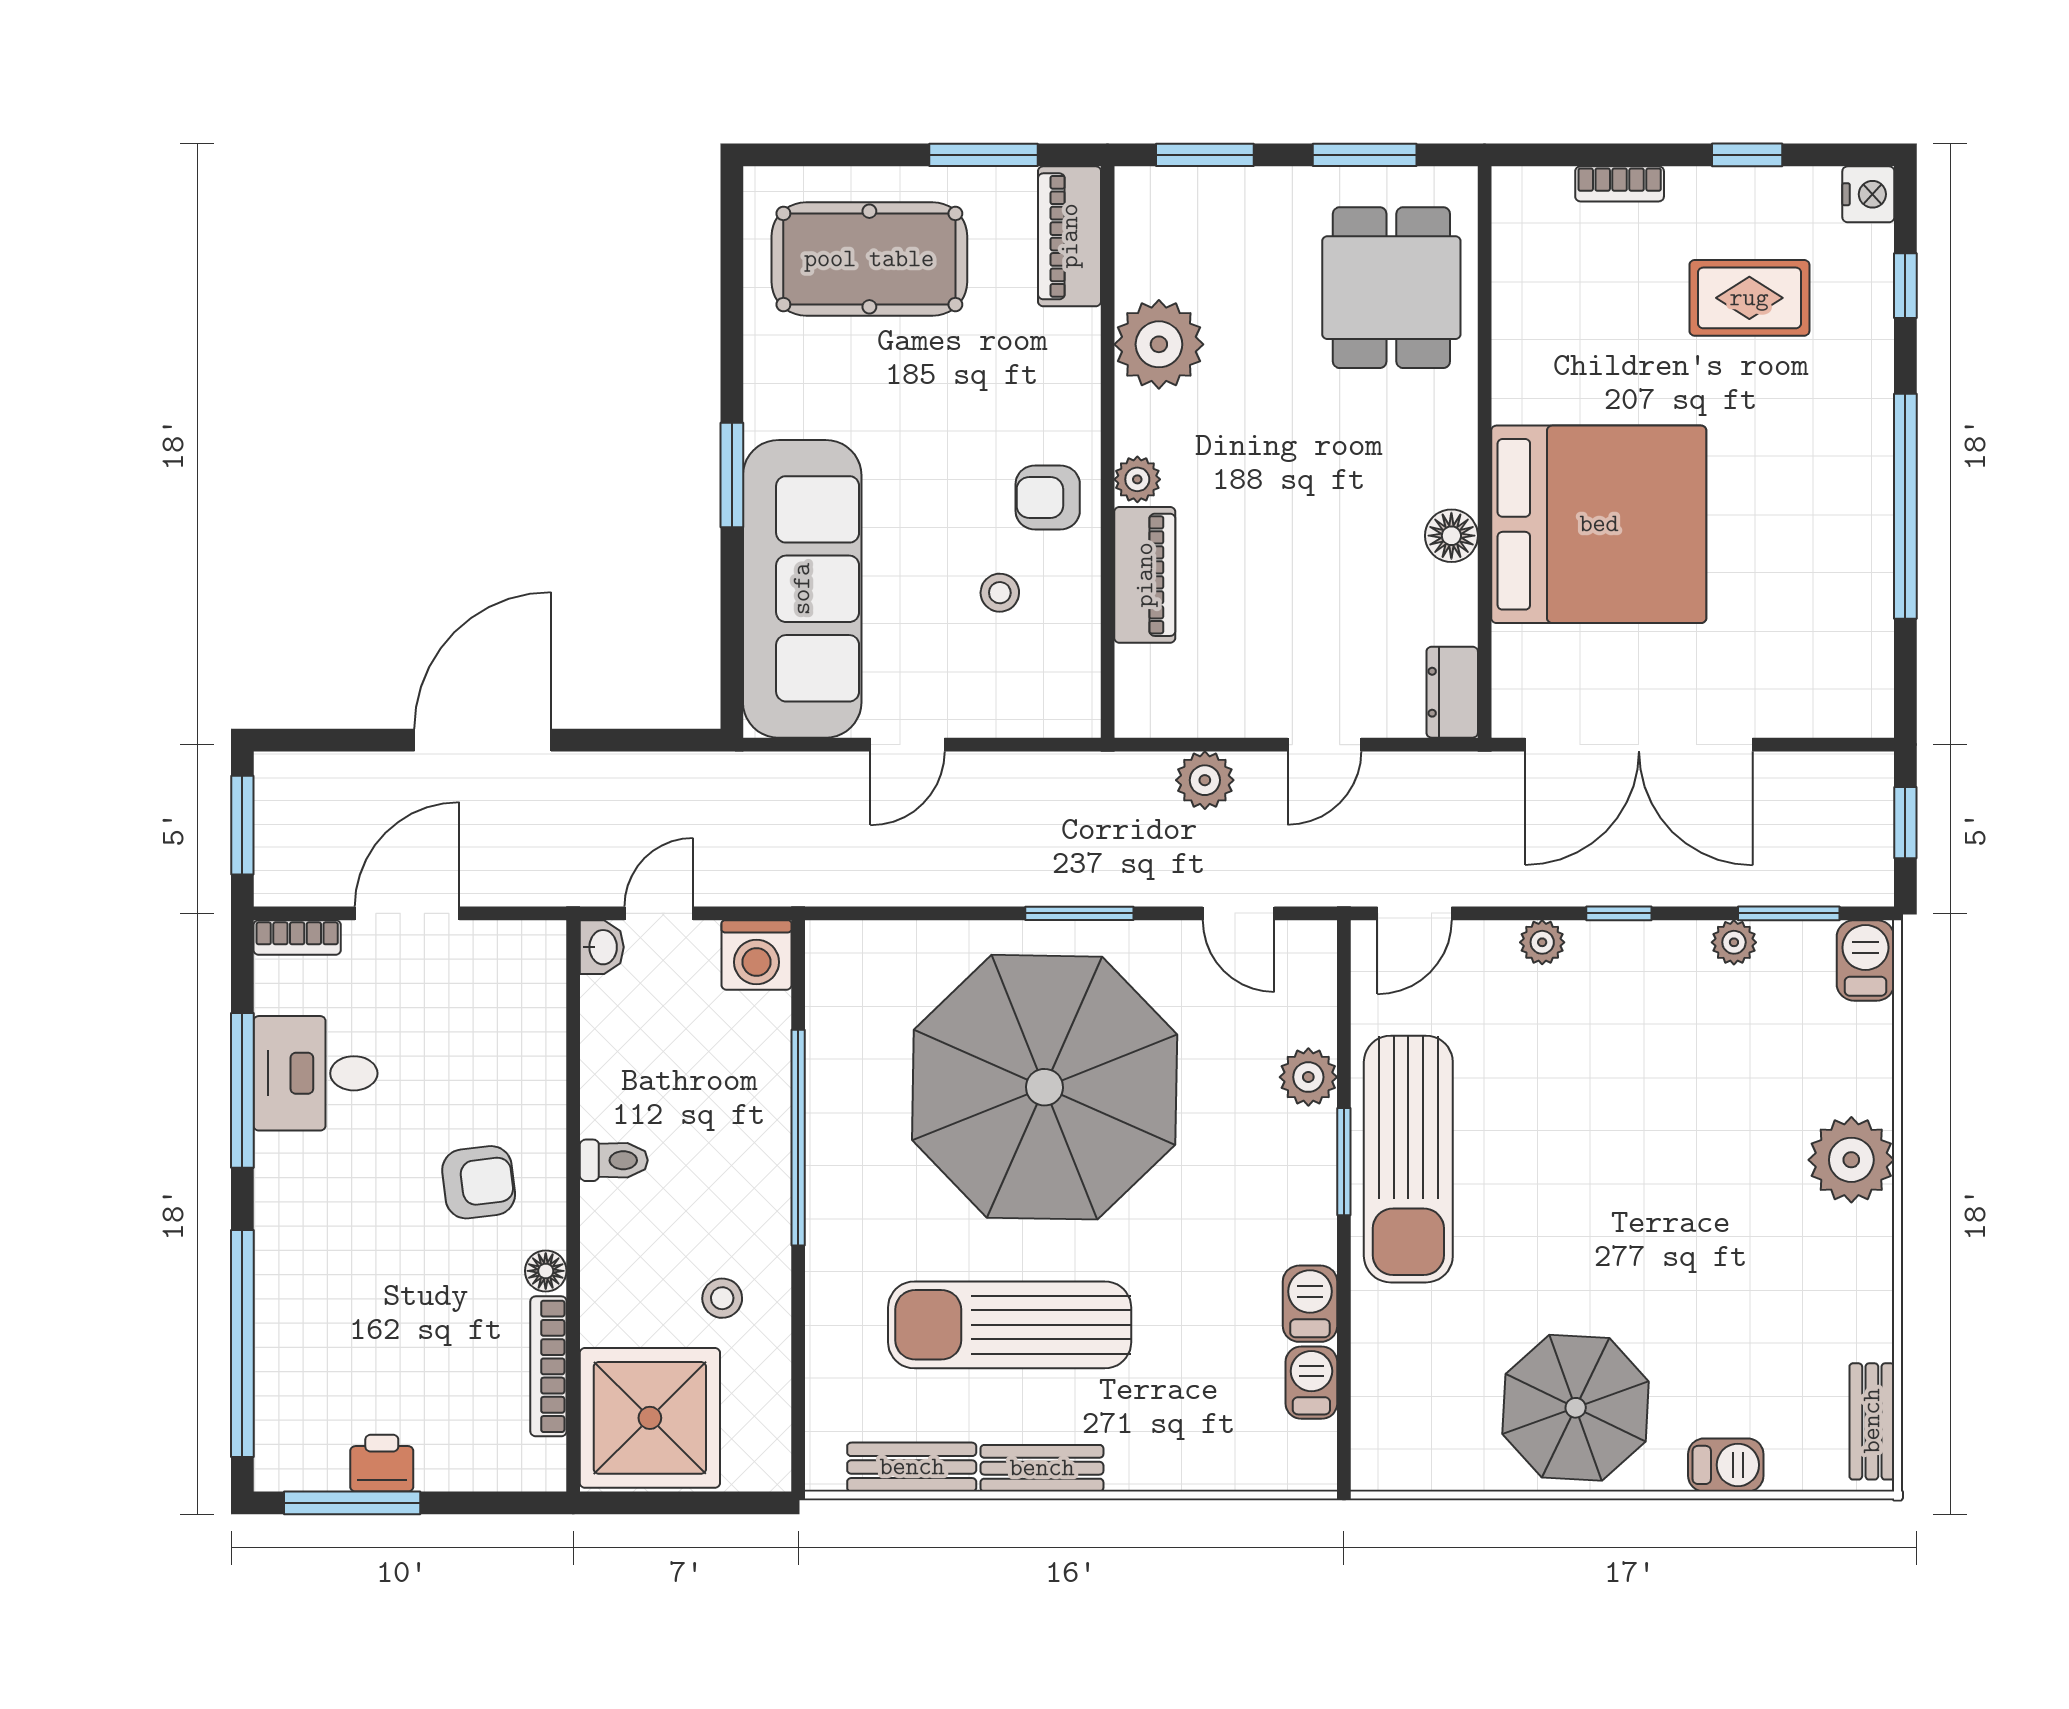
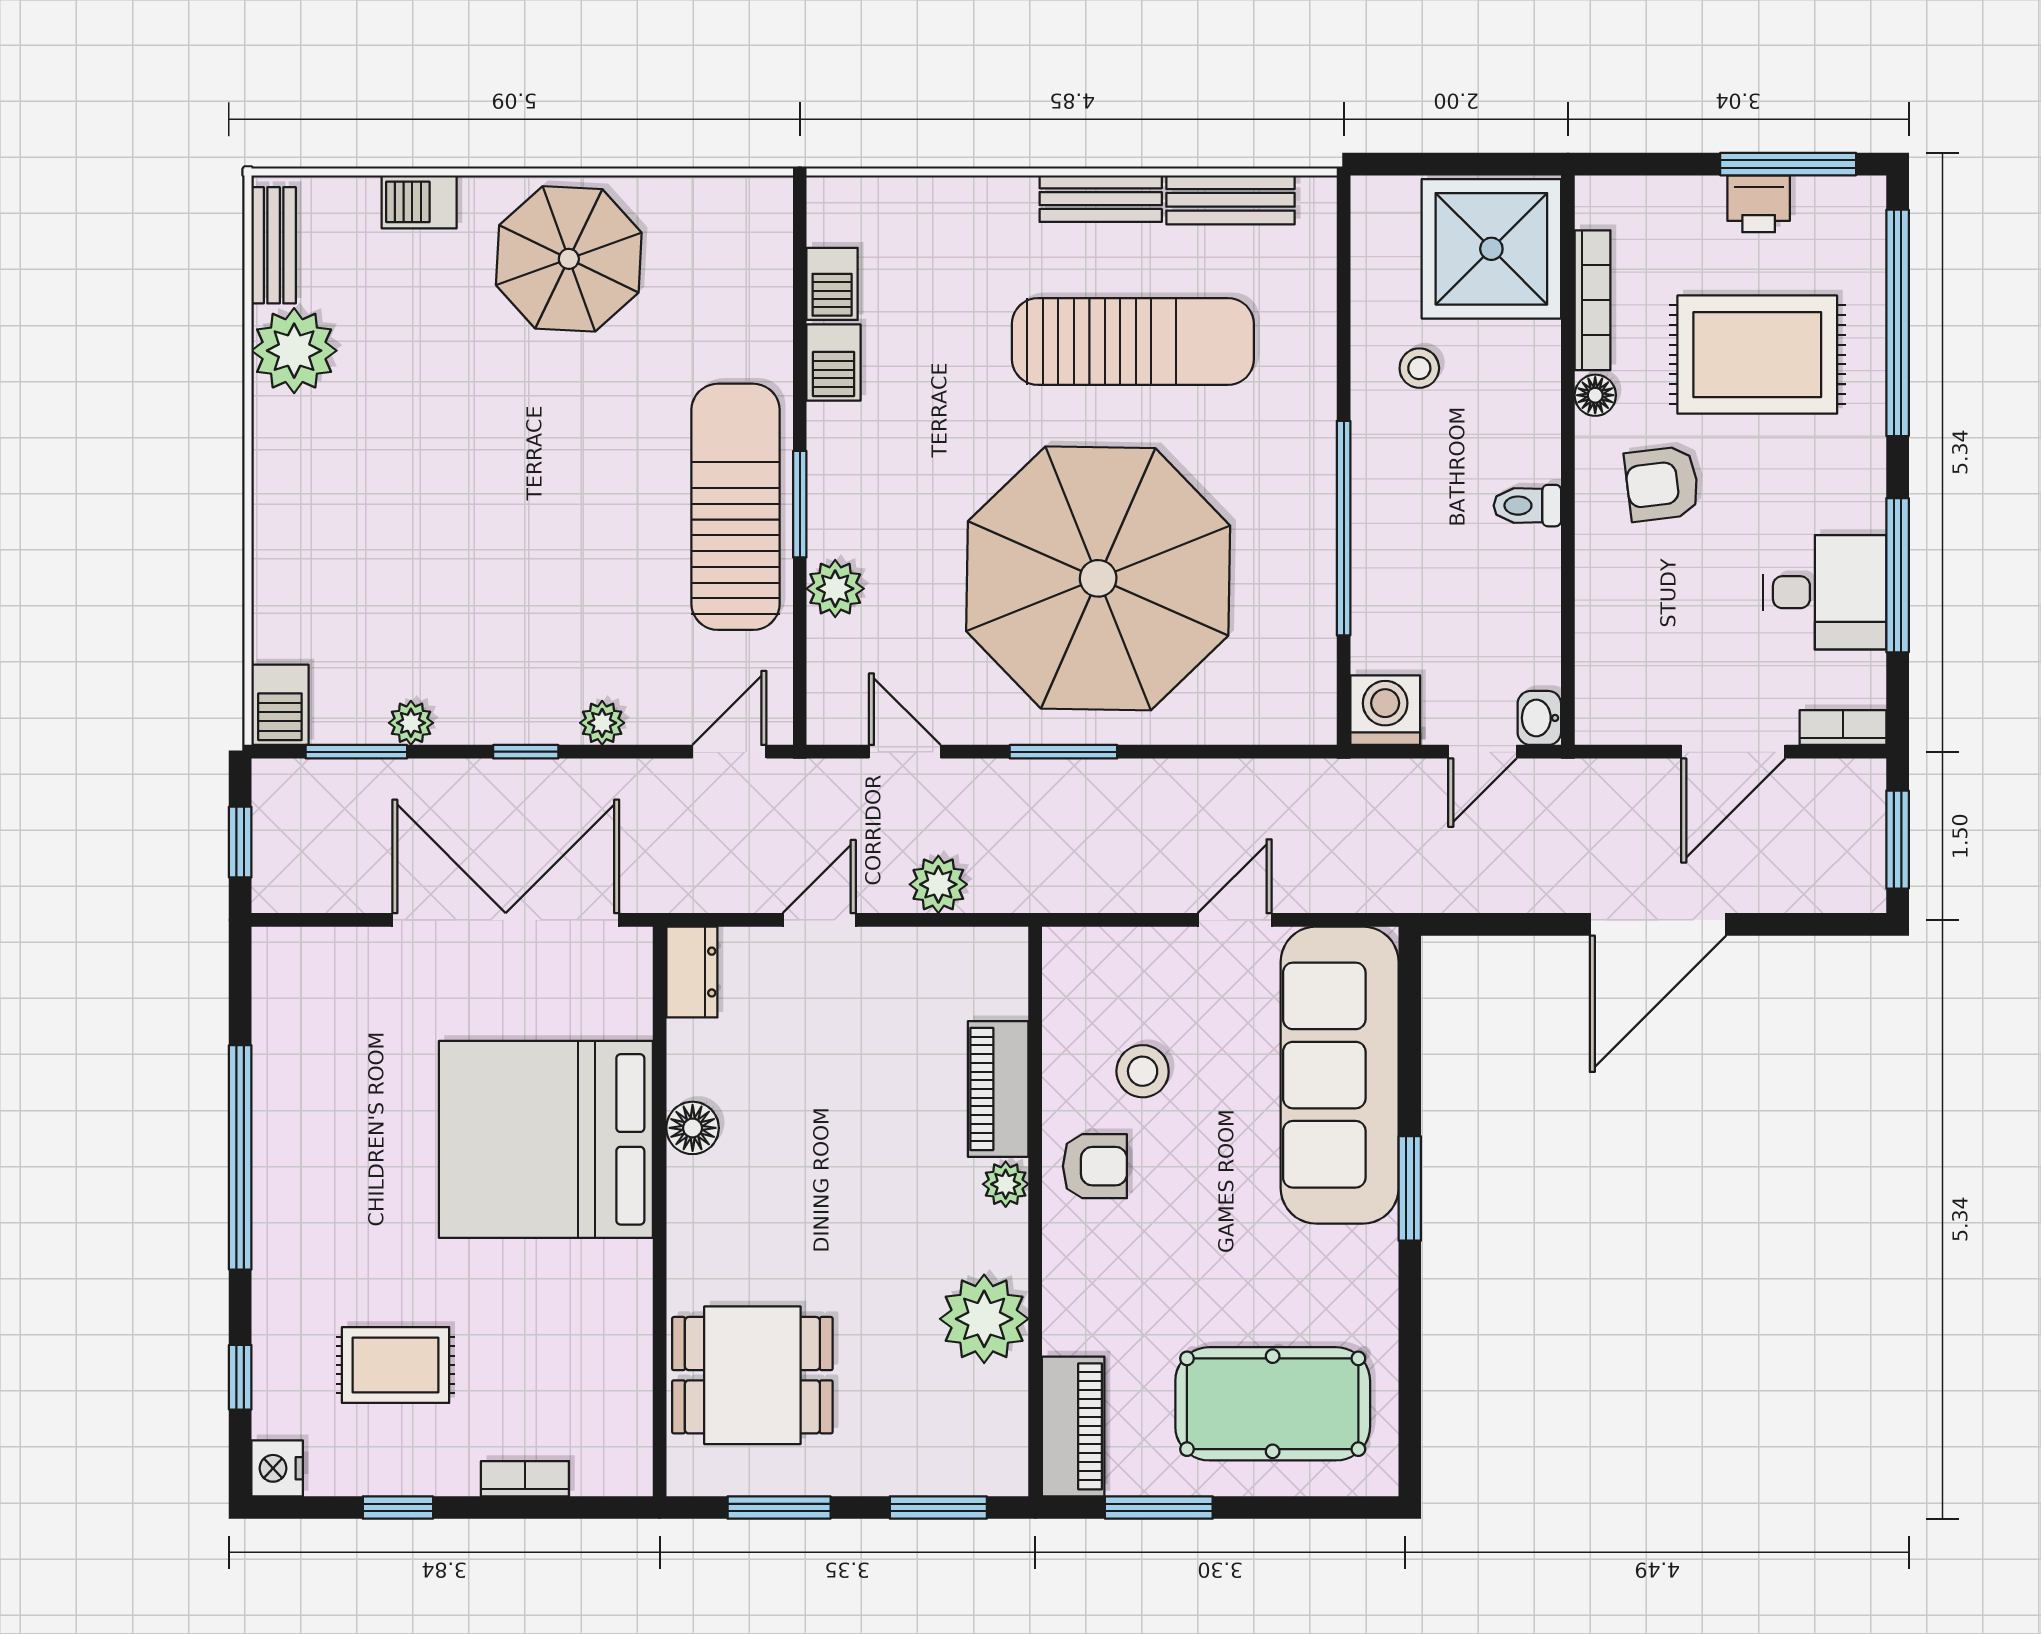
dining table: (1391, 288) -> (752, 1375), turned 90
stool: (1000, 593) -> (1143, 1071), width x1.37, depth x1.37
plant: (1851, 1160) -> (294, 351), moved
rug: (383, 1312) -> (1757, 355), added

